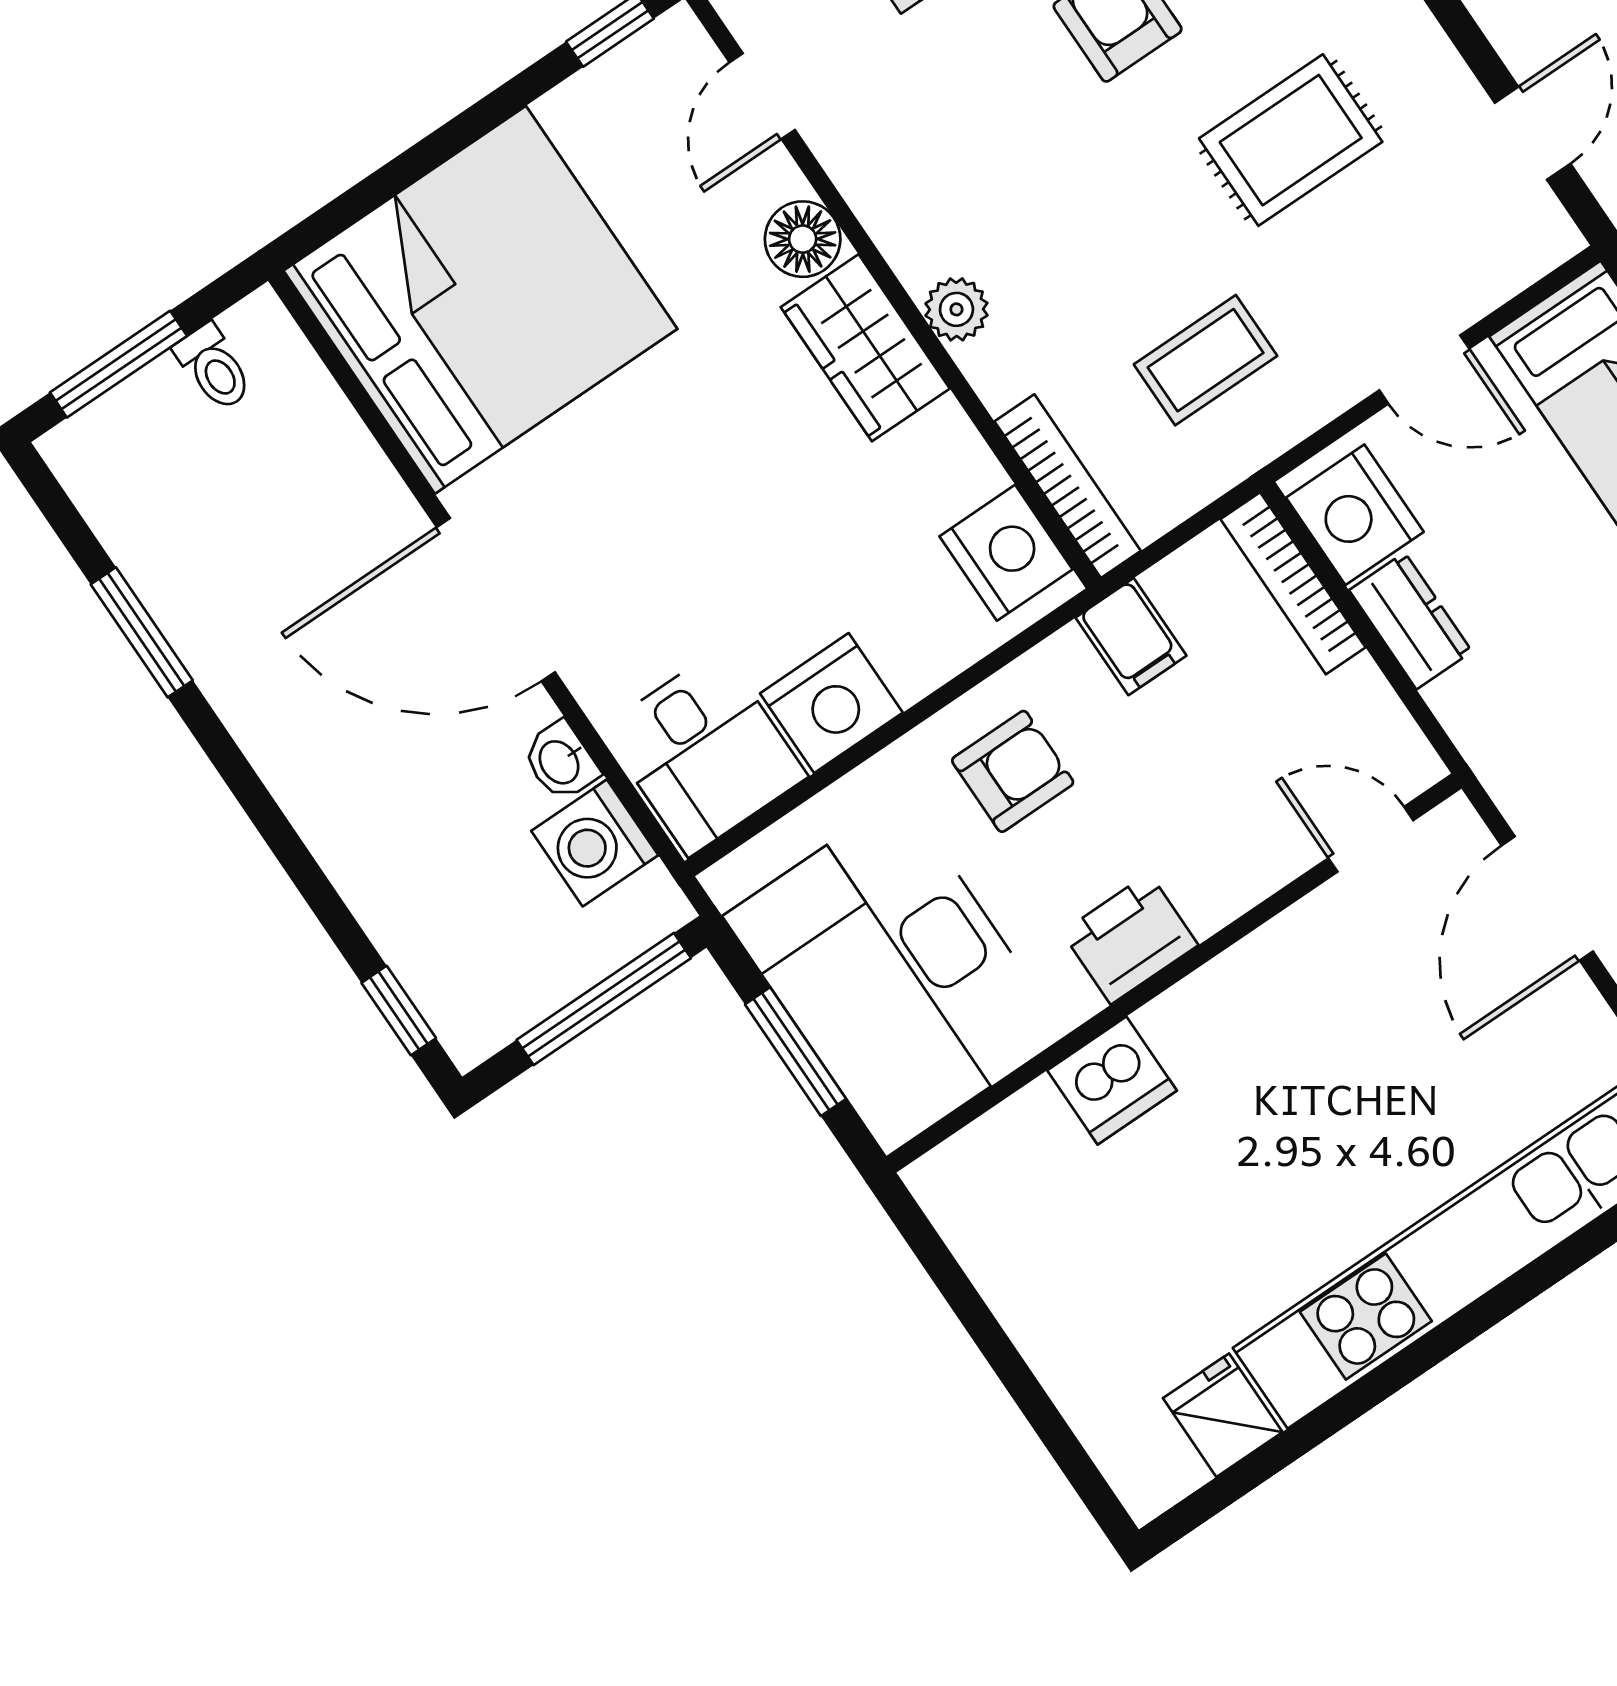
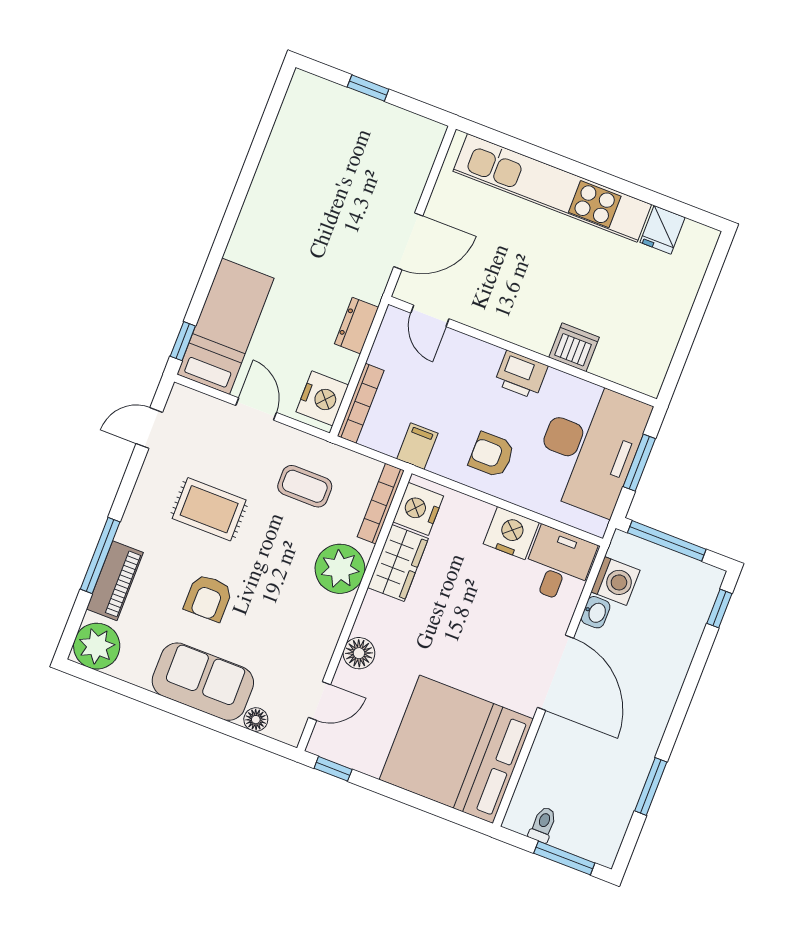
plant: (956, 309) -> (340, 569), width x1.87, depth x1.87
wardrobe: (865, 348) -> (398, 563), moved
dresser: (1411, 621) -> (357, 326), moved

